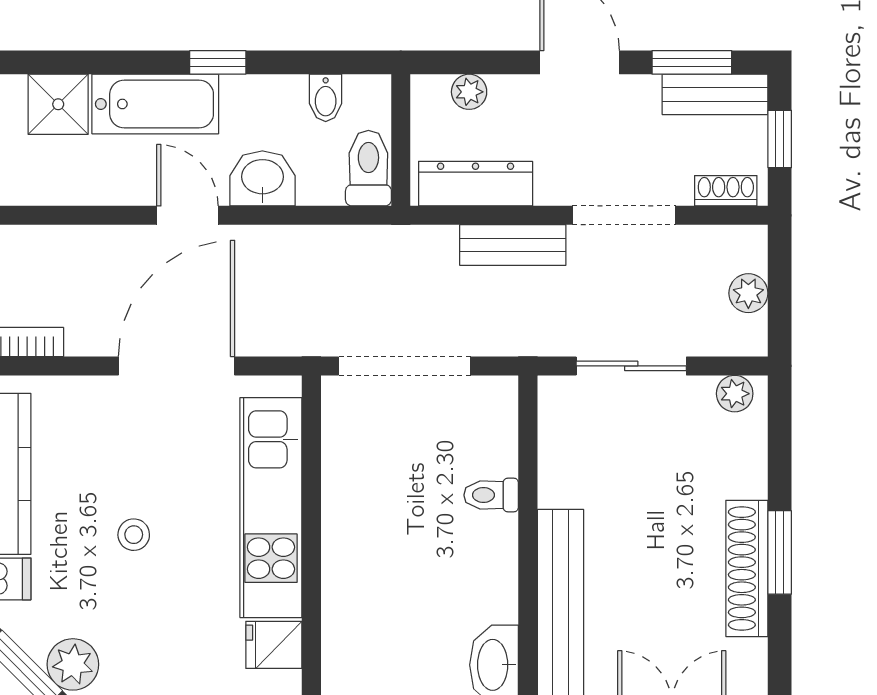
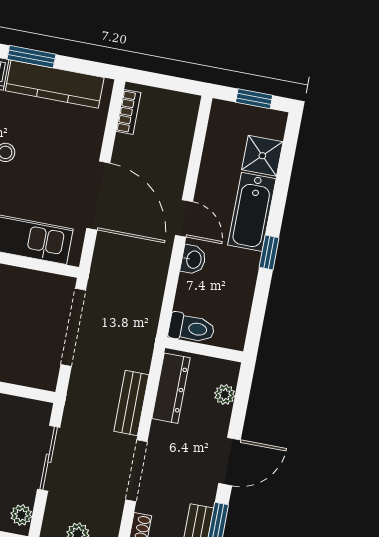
bidet: (326, 98) -> (237, 311), removed
washbasin: (262, 178) -> (193, 260), width x0.72, depth x0.69
door: (187, 215) -> (184, 218), hinge flipped

